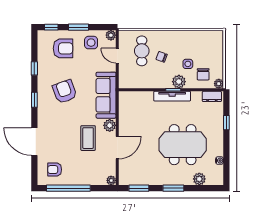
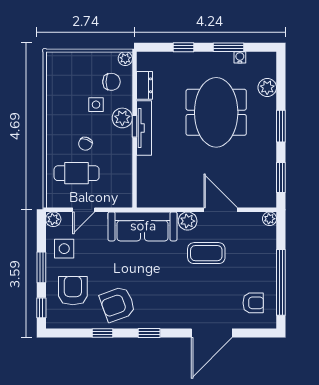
armchair: (65, 92) -> (118, 304), moved
dresser: (212, 96) -> (144, 85), moved
window: (226, 153) -> (229, 47), added
armchair: (55, 170) -> (253, 303), turned -90

